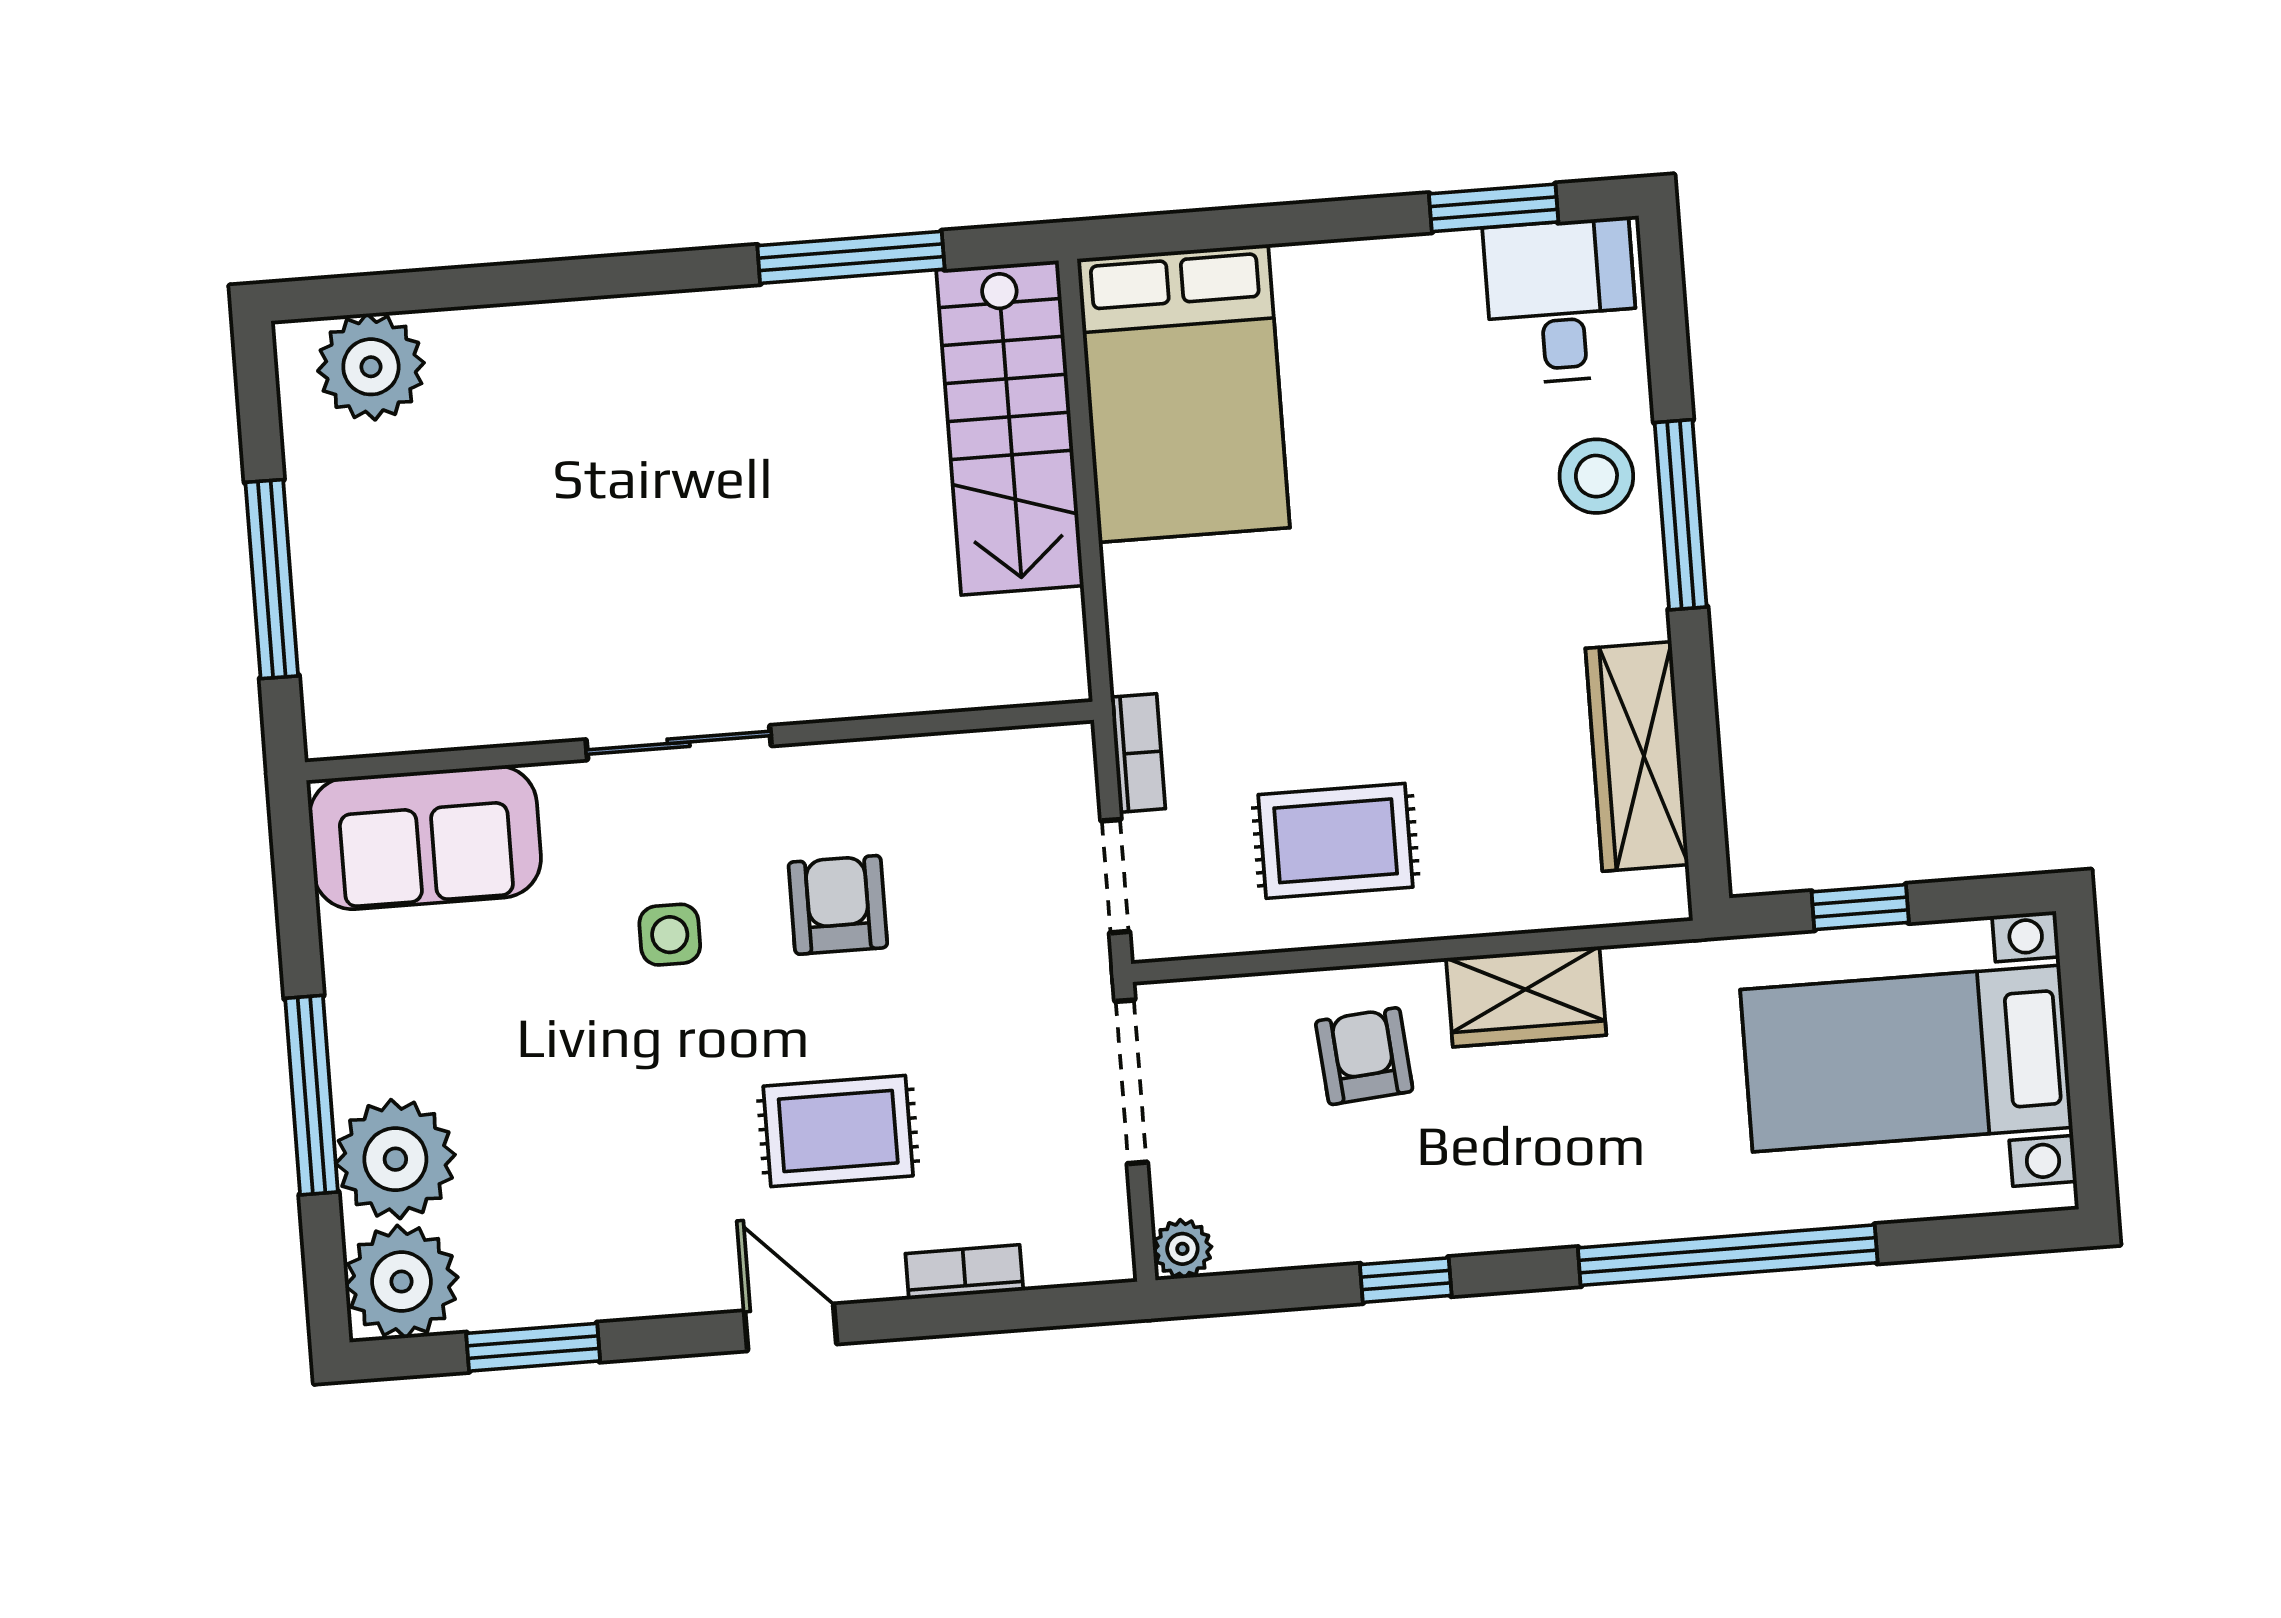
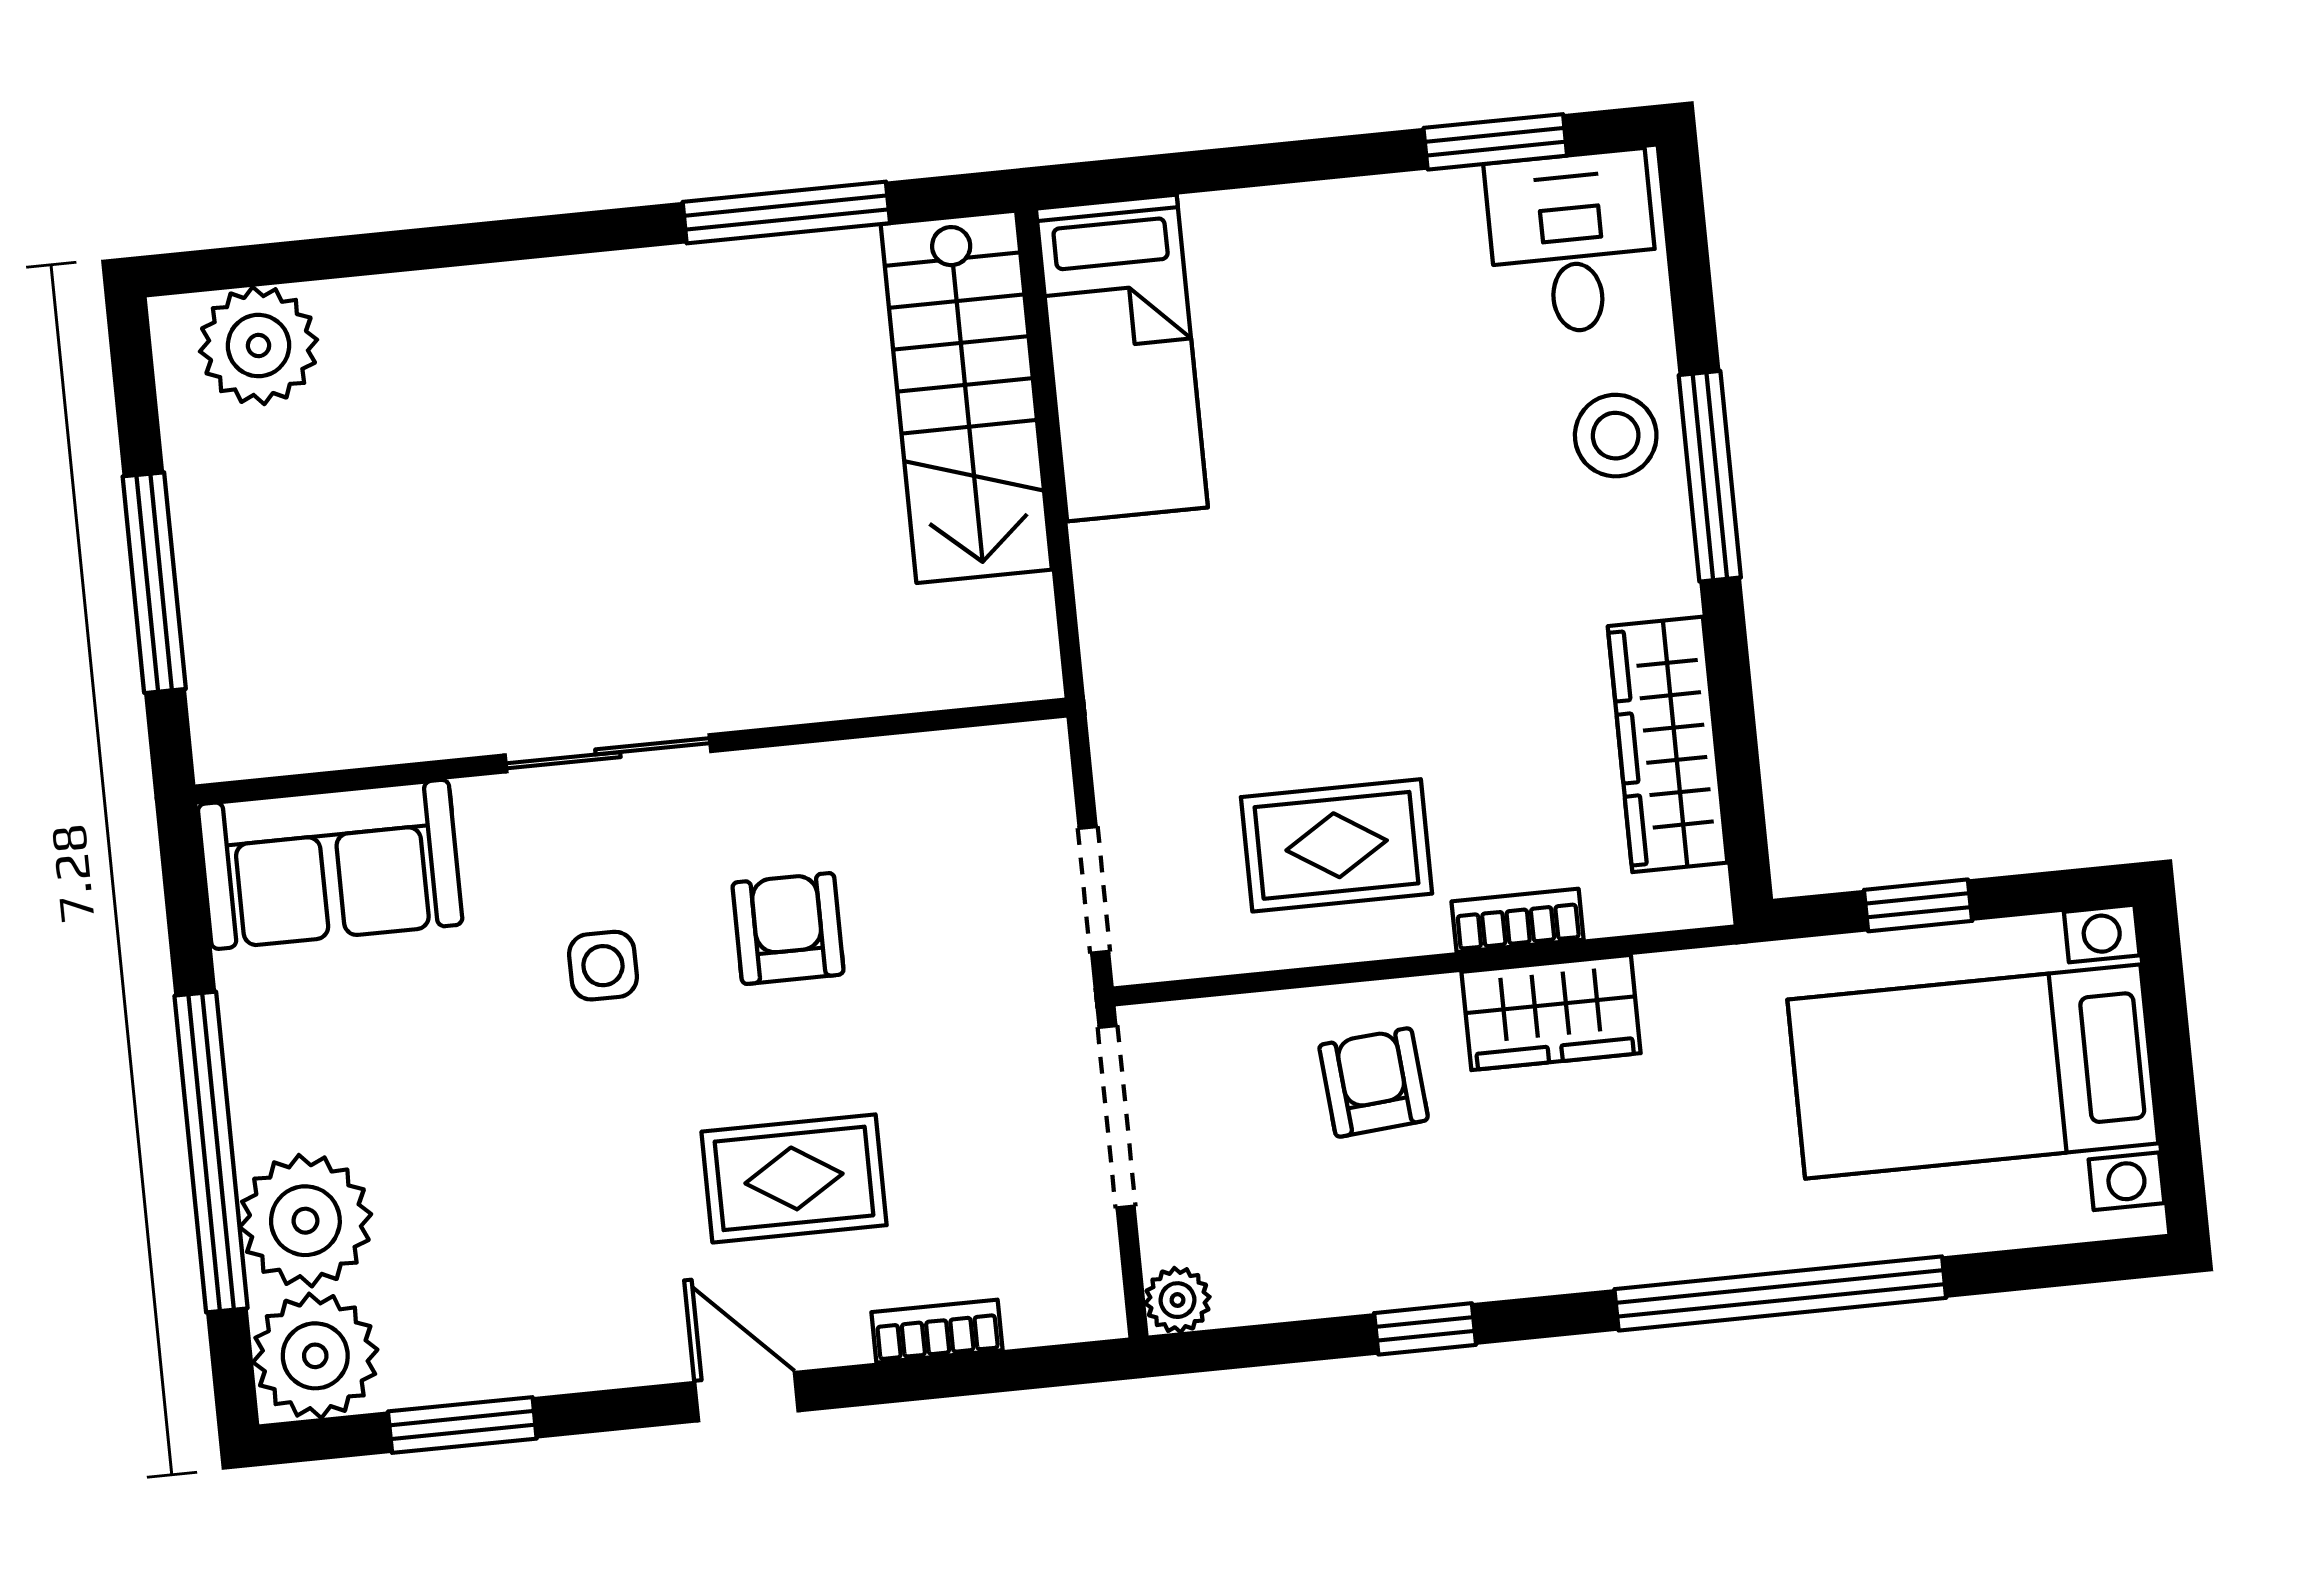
bed: (1183, 393) -> (1122, 358), width x0.67
bookcase: (1138, 753) -> (1518, 920), moved, turned -90
window: (311, 1095) -> (211, 1152), width x1.46

